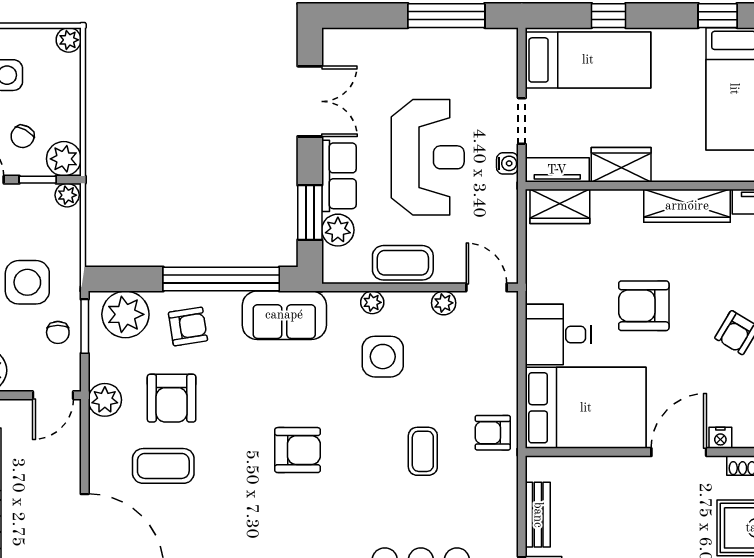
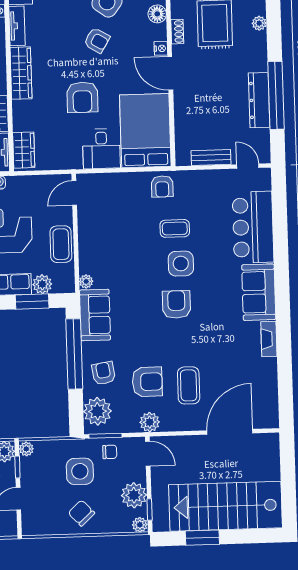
plant: (372, 302) -> (86, 281), moved
plant: (444, 303) -> (84, 219), removed
side table: (383, 357) -> (181, 264), moved

